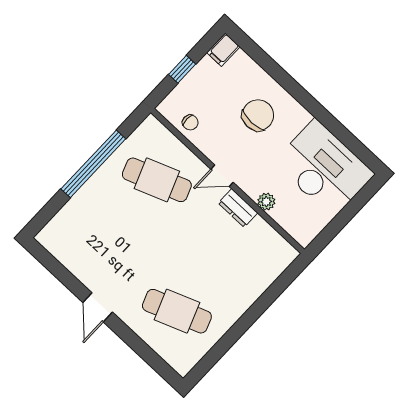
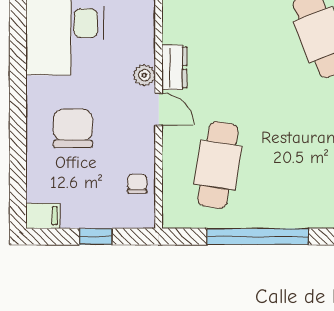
chair: (258, 115) -> (73, 128), turned 90
cafe table: (157, 180) -> (218, 165), turned 30
plant: (266, 202) -> (144, 75), moved

